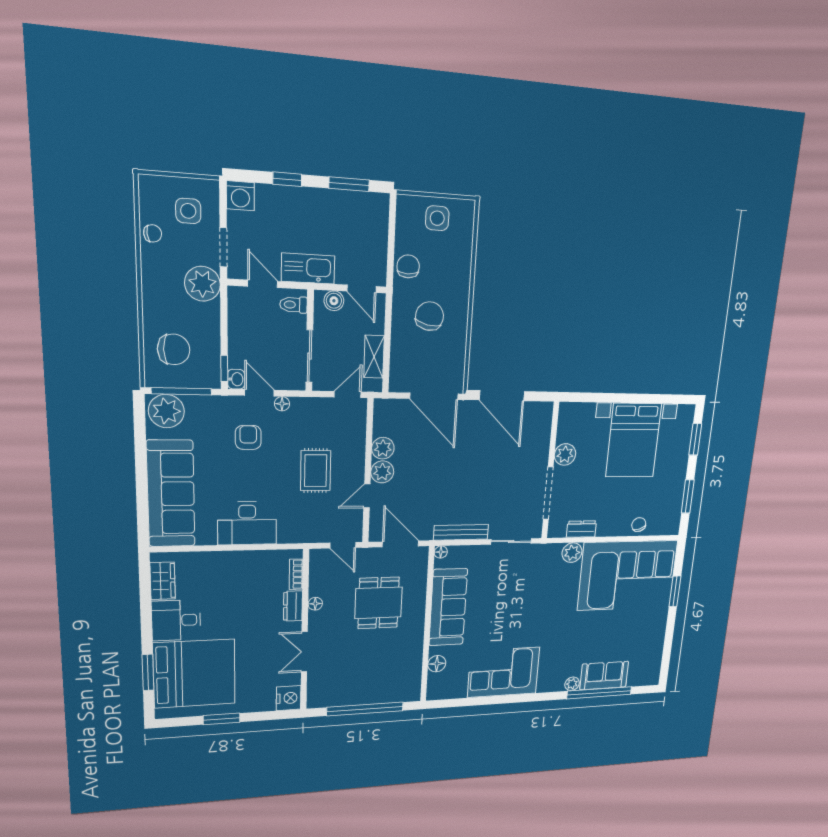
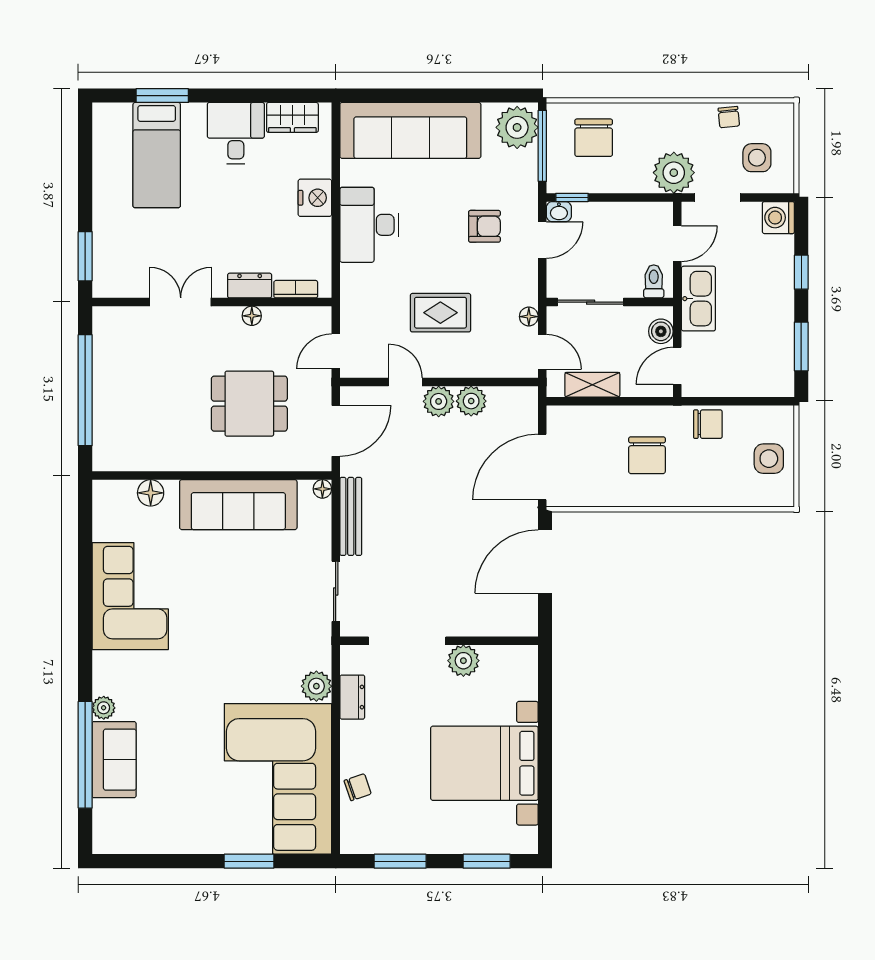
chair: (430, 316) -> (647, 455), turned 78
floor lamp: (282, 404) -> (529, 317), moved
bed: (194, 674) -> (157, 155), width x0.49
nightstand: (289, 698) -> (315, 198), moved, turned -90
window: (222, 719) -> (85, 256), moved

